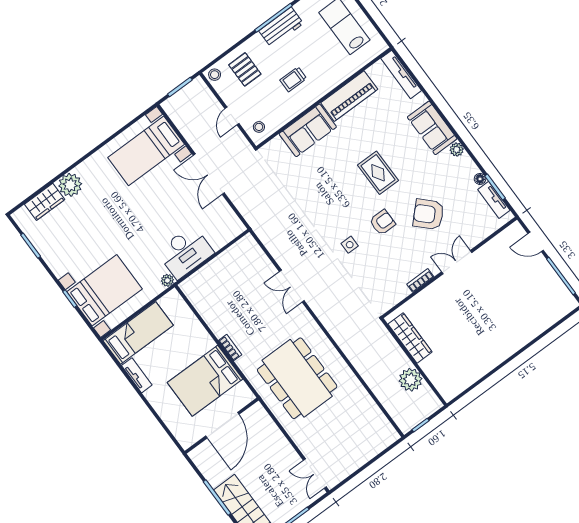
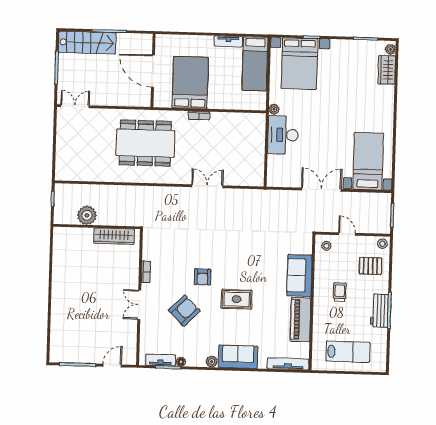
plant: (70, 185) -> (390, 49), moved, width x0.53, depth x0.53
side table: (350, 245) -> (205, 245), removed
double door: (457, 262) -> (139, 305), swing flipped

